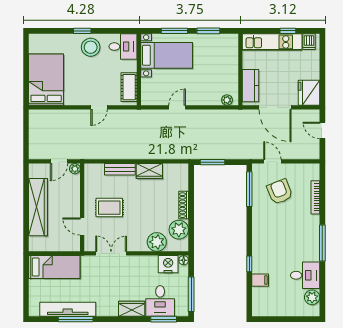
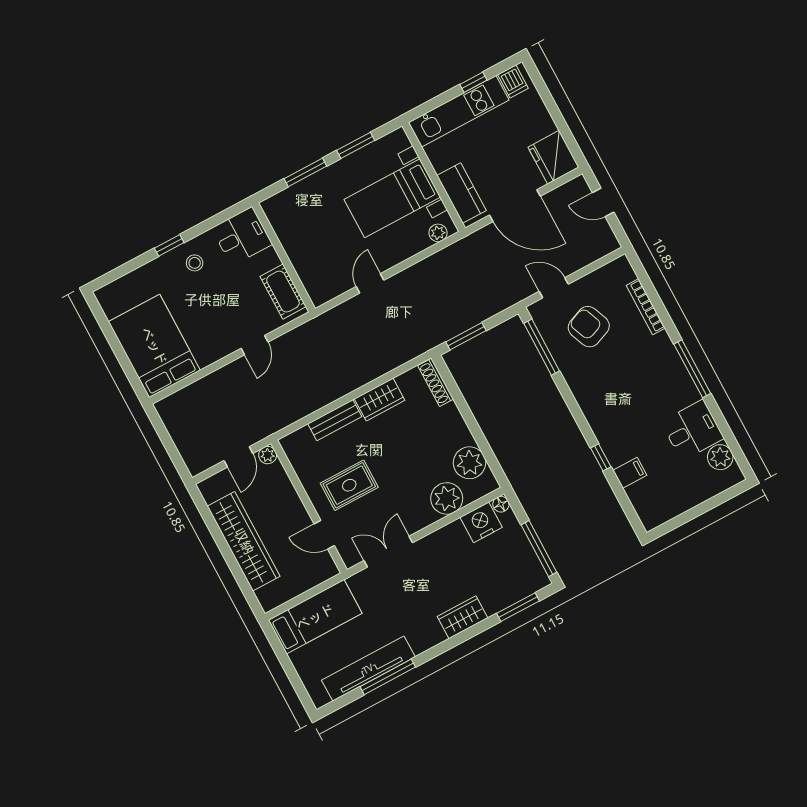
stool: (91, 47) -> (195, 263), width x0.53, depth x0.53
bed with nightstands: (167, 55) -> (392, 198), moved, turned 180
shoe rack: (184, 205) -> (436, 382), moved
desk: (160, 301) -> (498, 583), removed

